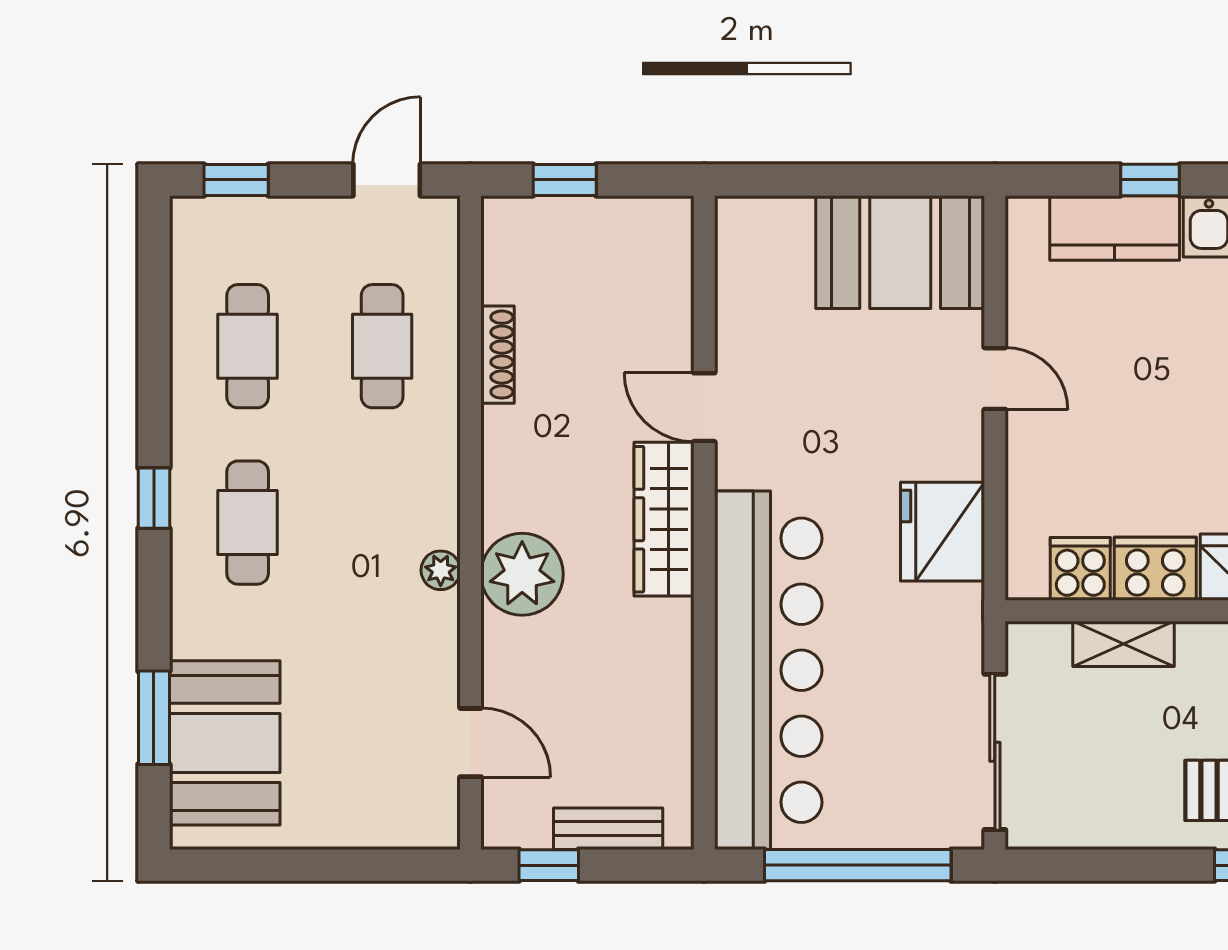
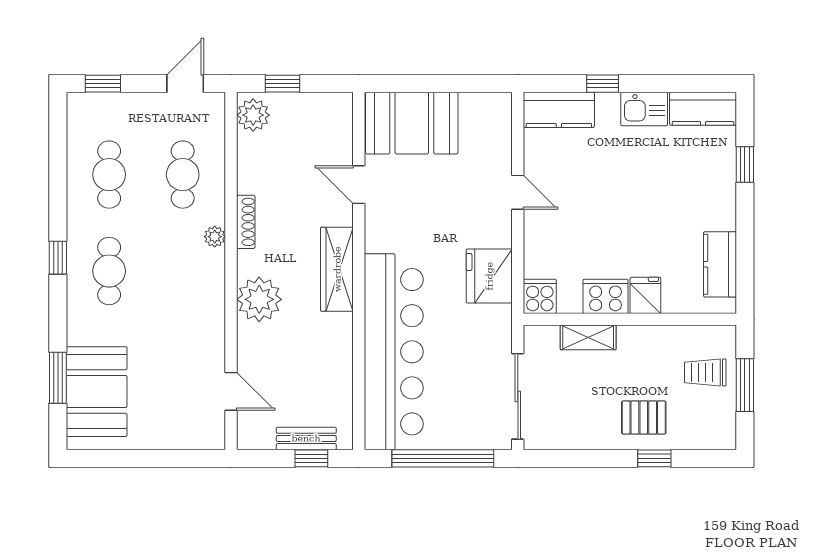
kitchen counter: (1115, 228) -> (559, 110), moved
plant: (511, 237) -> (253, 115), added
booth: (900, 252) -> (412, 123), moved
shoe rack: (498, 355) -> (246, 222), moved
door: (704, 407) -> (359, 185), moved
cooker: (1080, 569) -> (540, 296), moved
plant: (441, 570) -> (215, 237), moved
window: (549, 865) -> (311, 458), moved

